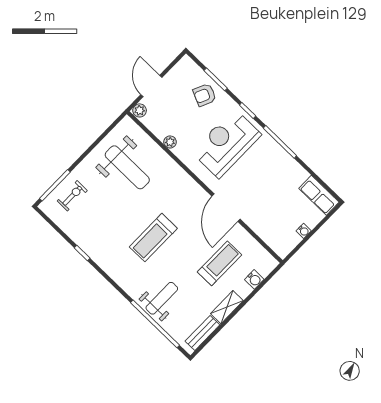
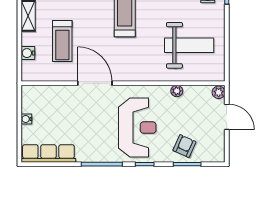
weight bench: (127, 167) -> (189, 45), turned 180
row of seats: (319, 195) -> (48, 153), width x1.48

